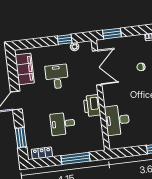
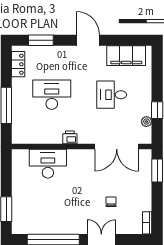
desk: (57, 77) -> (112, 95), turned 180
printer: (92, 106) -> (70, 137), width x0.53, depth x0.68
desk: (63, 124) -> (52, 95), width x1.37

